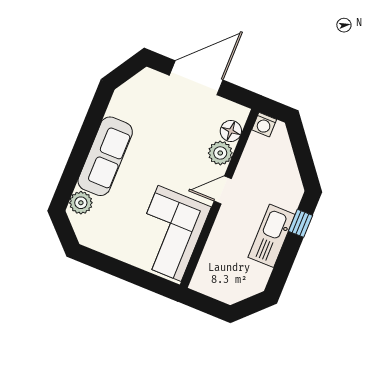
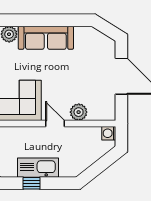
floor lamp: (231, 131) -> (96, 113), removed
window: (300, 223) -> (32, 183), moved

